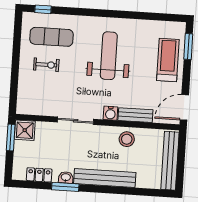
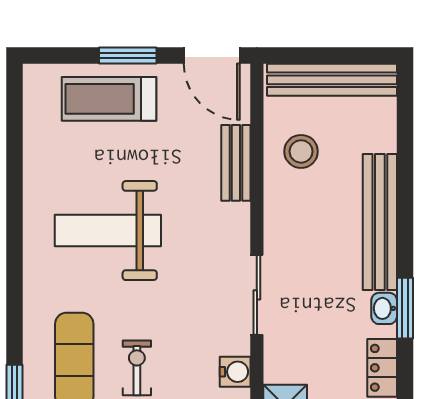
window: (188, 47) -> (128, 56), moved
water cooler: (110, 113) -> (235, 372), moved
stool: (127, 139) -> (301, 151), moved

